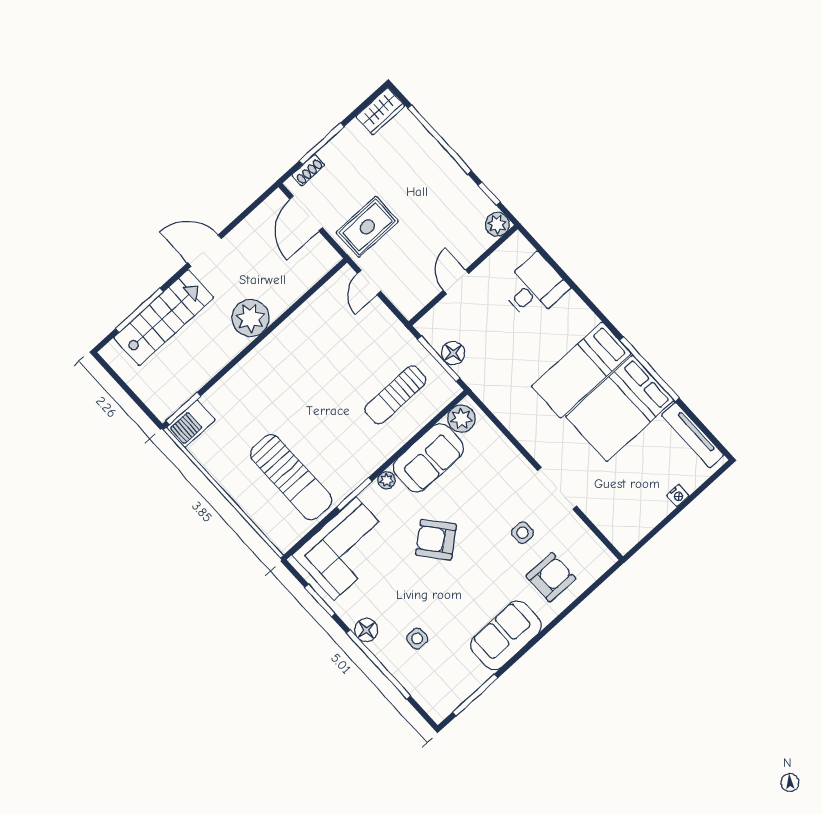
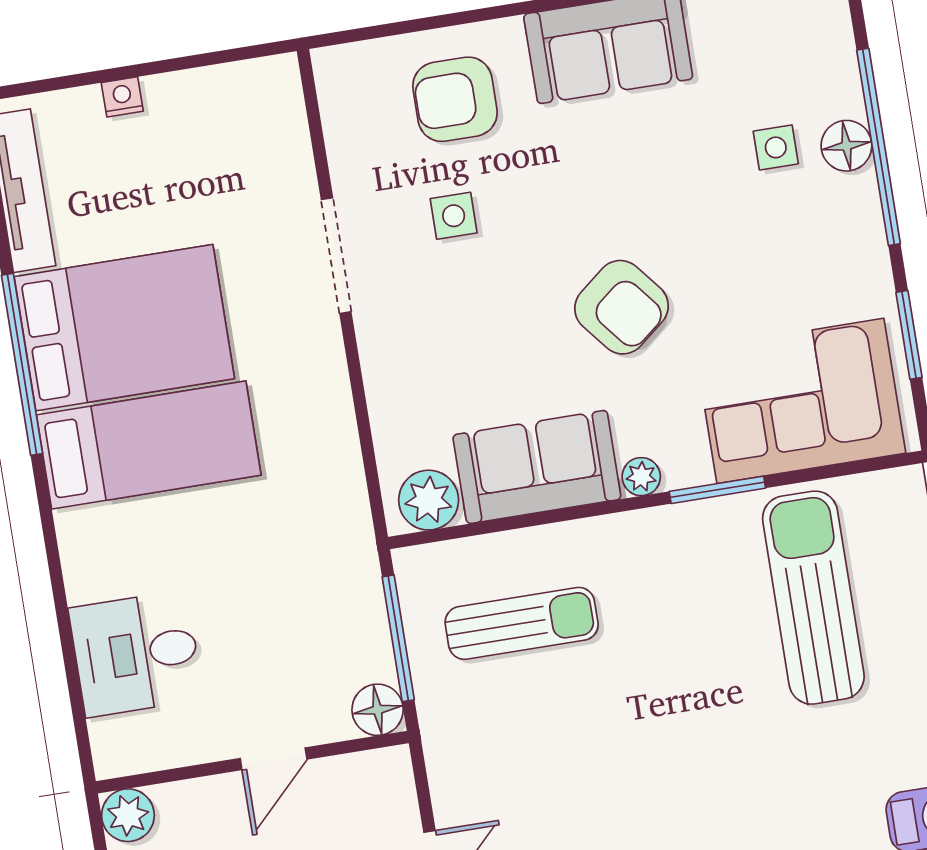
floor lamp: (453, 353) -> (378, 710), moved
floor lamp: (366, 630) -> (846, 146), moved

